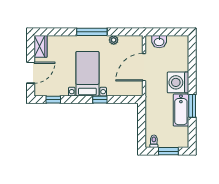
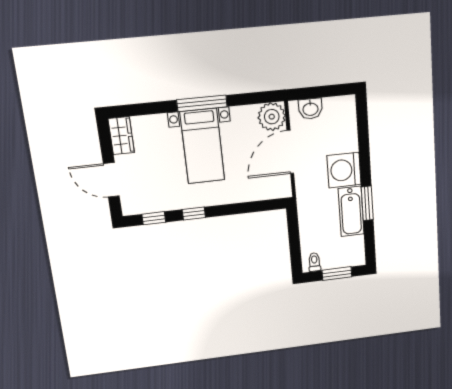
plant: (114, 40) -> (272, 117), moved, width x1.87, depth x1.87
door: (31, 73) -> (111, 180), swing flipped
bed with nightstands: (87, 74) -> (202, 146), moved, turned 180
window: (100, 100) -> (194, 214), moved

